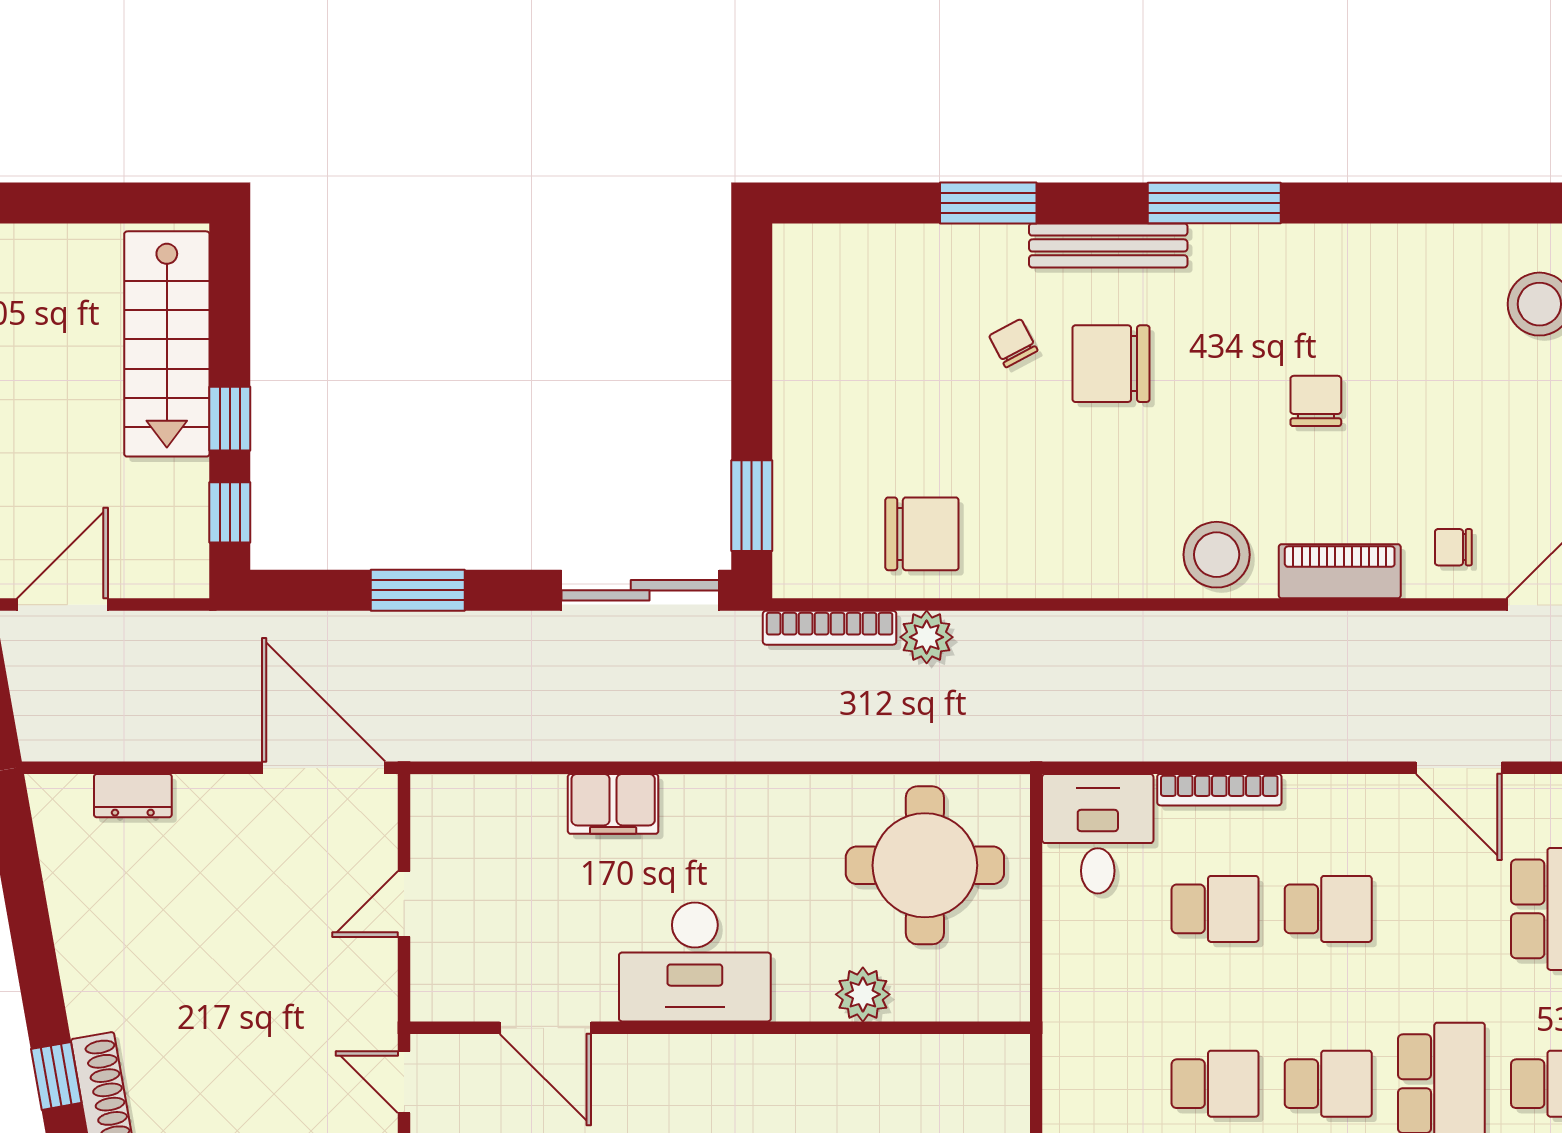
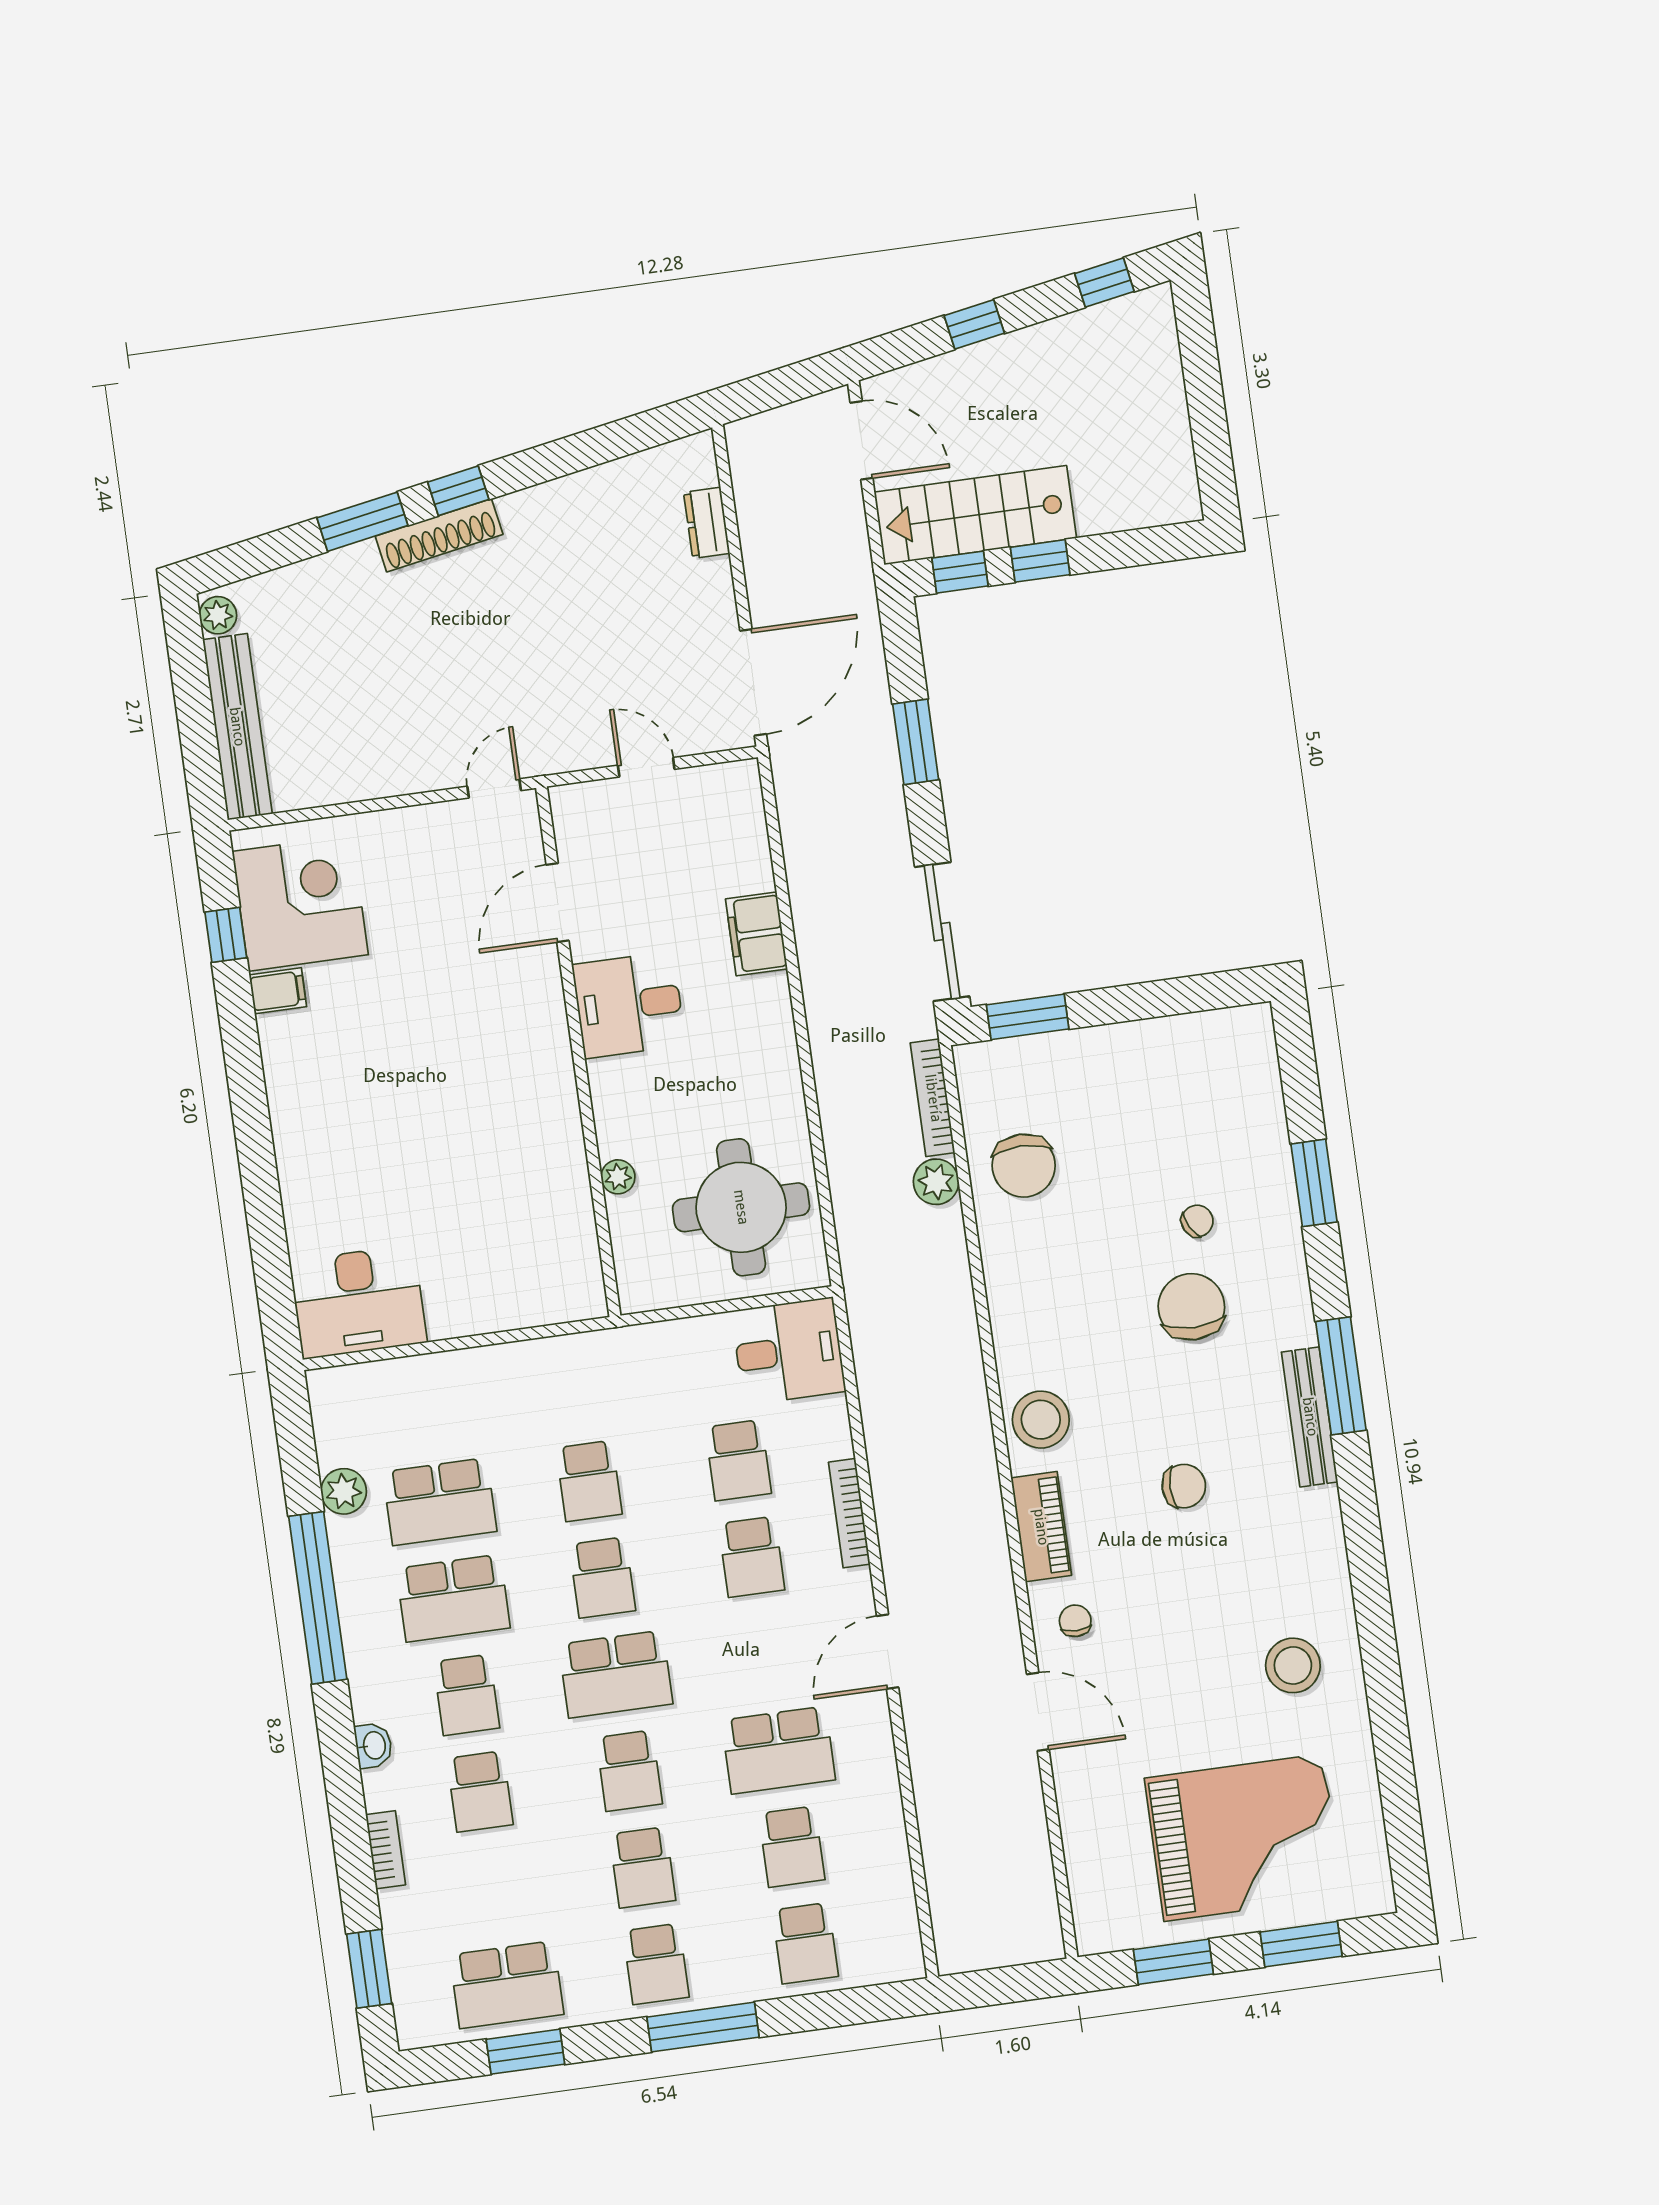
bench: (1108, 245) -> (1310, 1417), moved
stairs: (167, 344) -> (975, 515), moved
bookcase: (1219, 790) -> (849, 1513), moved
desk: (695, 962) -> (629, 1005), width x0.73
plant: (863, 994) -> (618, 1177), width x0.73, depth x0.73

